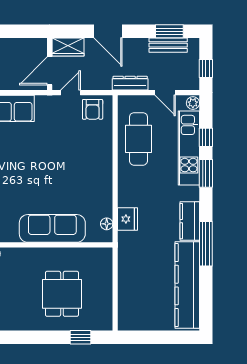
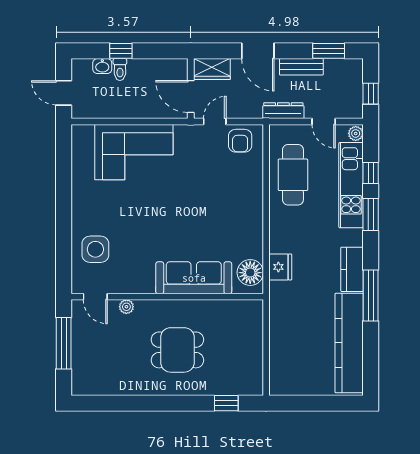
bench: (168, 45) -> (301, 67), moved
door: (50, 71) -> (191, 97), hinge flipped
floor lamp: (107, 224) -> (250, 273), width x1.89, depth x1.89
dining table: (62, 294) -> (177, 350), moved, turned 90

